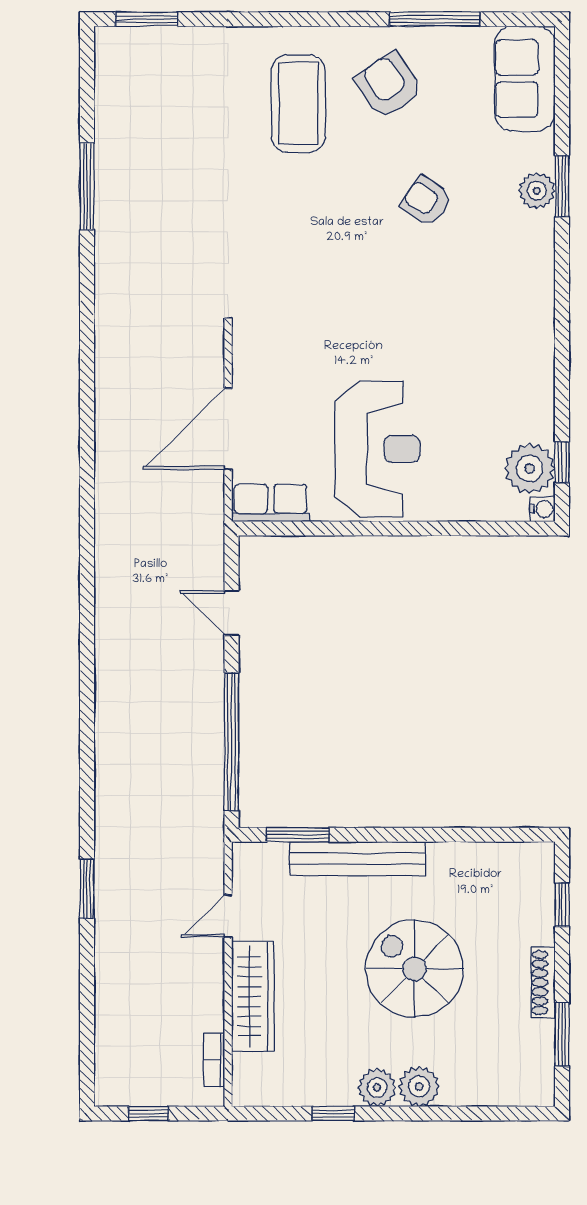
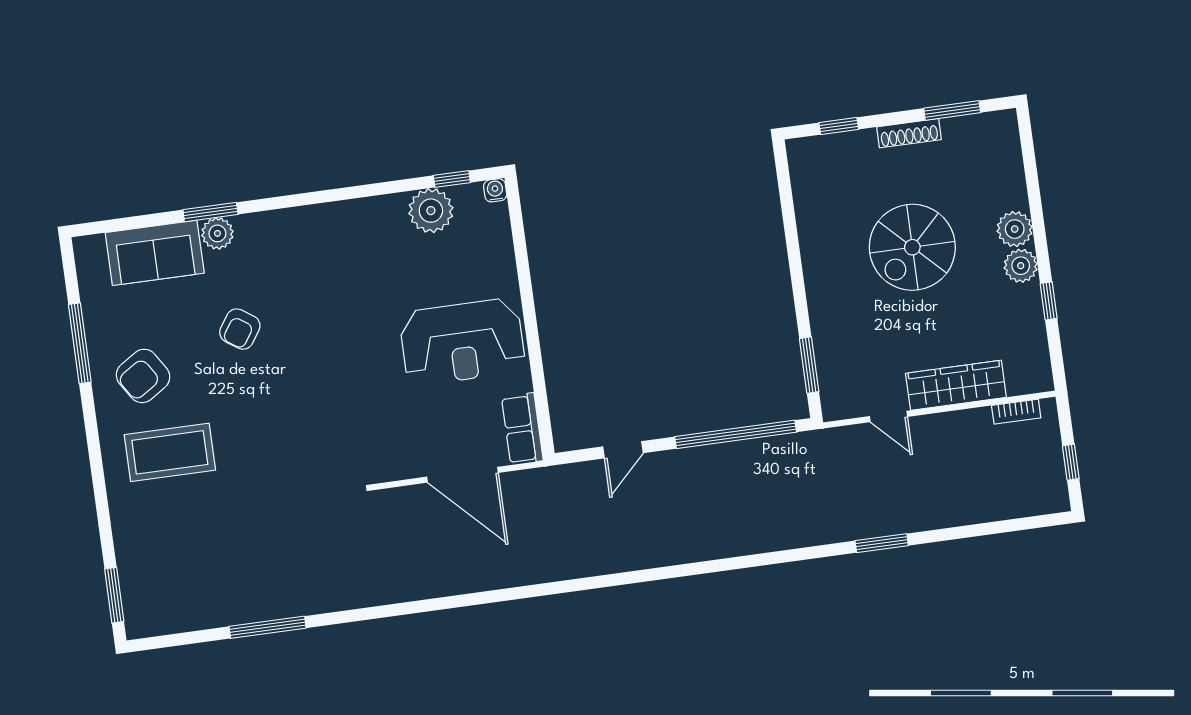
sofa: (525, 79) -> (155, 253), moved
reception desk: (377, 449) -> (462, 342), turned 180
plant: (530, 469) -> (431, 211), moved
bench: (357, 859) -> (823, 310), removed

